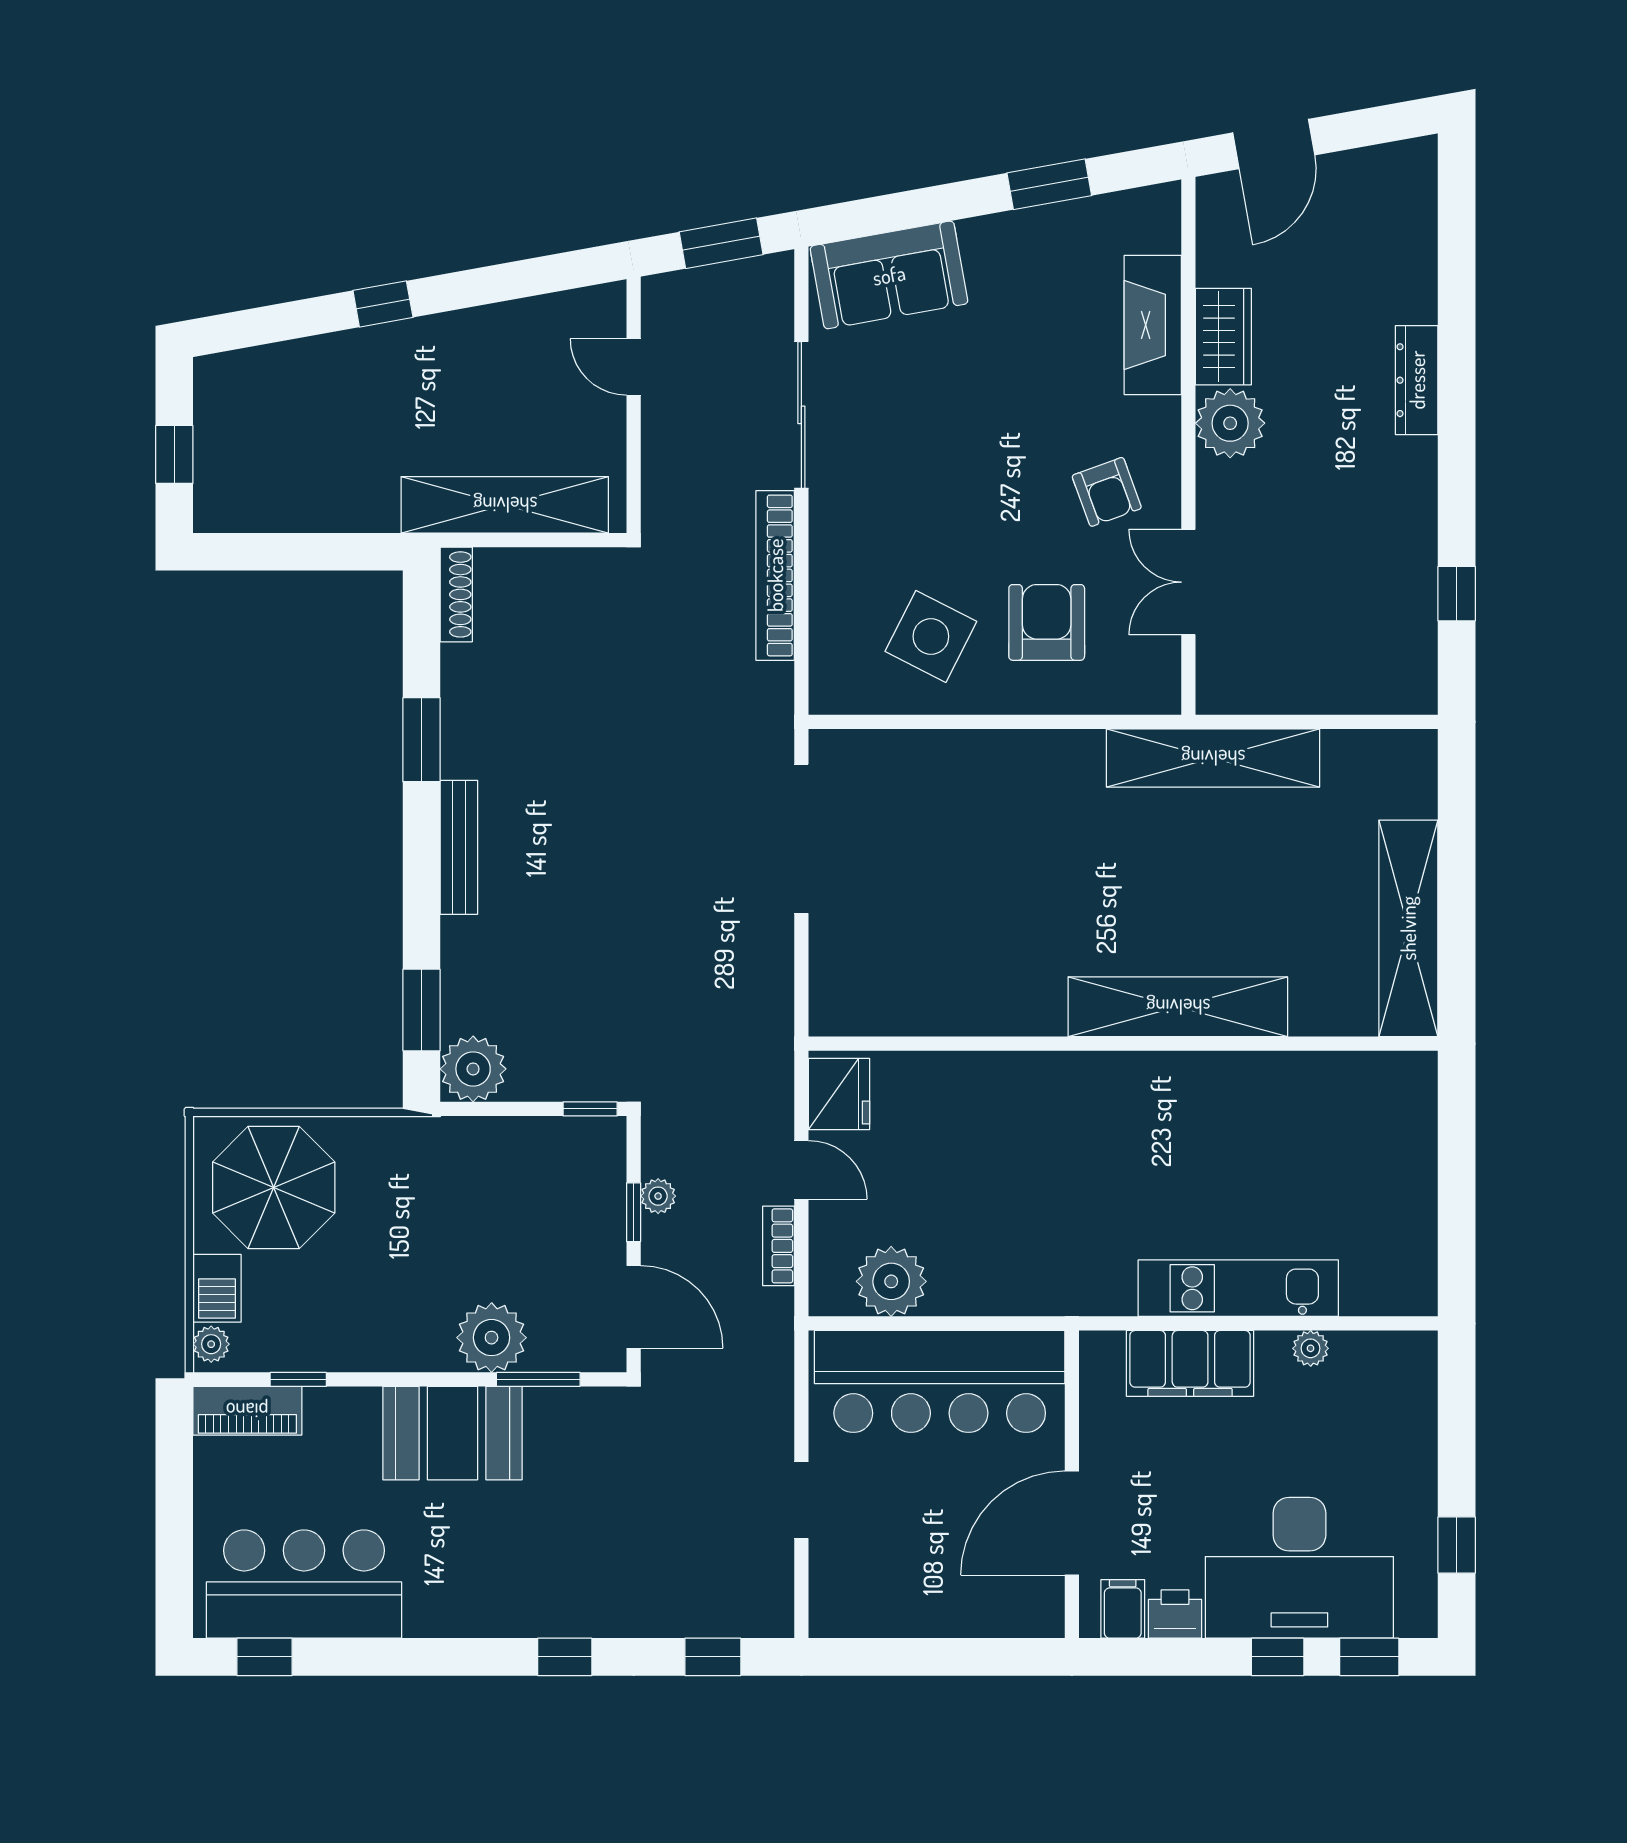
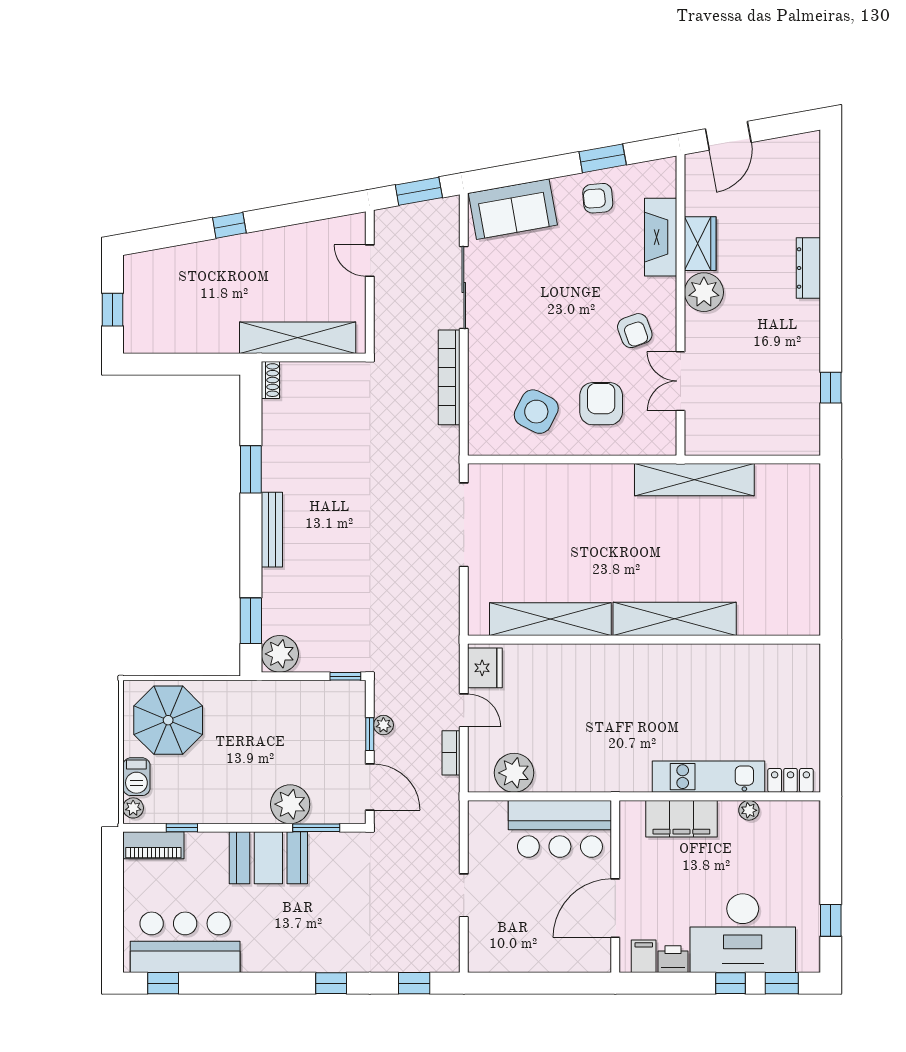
armchair: (1041, 255) -> (598, 198), added
shoe rack: (456, 594) -> (270, 380), width x0.70
shelving: (1408, 928) -> (550, 619), moved, turned 90
locker: (1385, 1295) -> (791, 780), added
bar counter: (940, 1381) -> (560, 829), width x0.73

